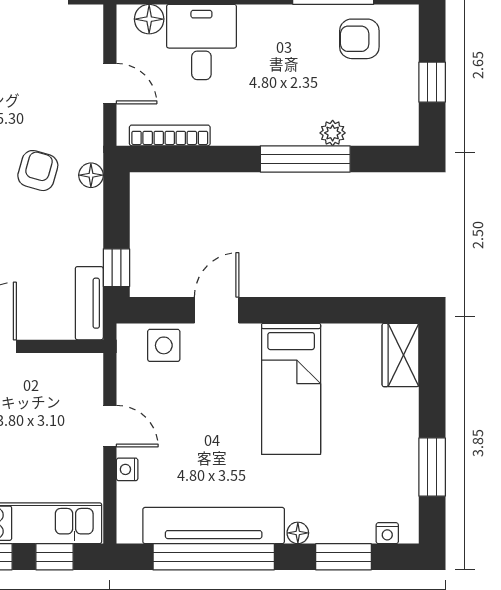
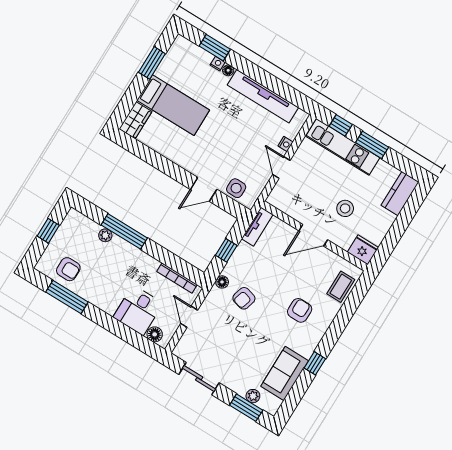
window: (116, 268) -> (226, 250), moved
bed: (291, 389) -> (173, 105), moved, turned 90
nightstand: (387, 533) -> (218, 64), moved
window: (214, 557) -> (271, 83), removed

